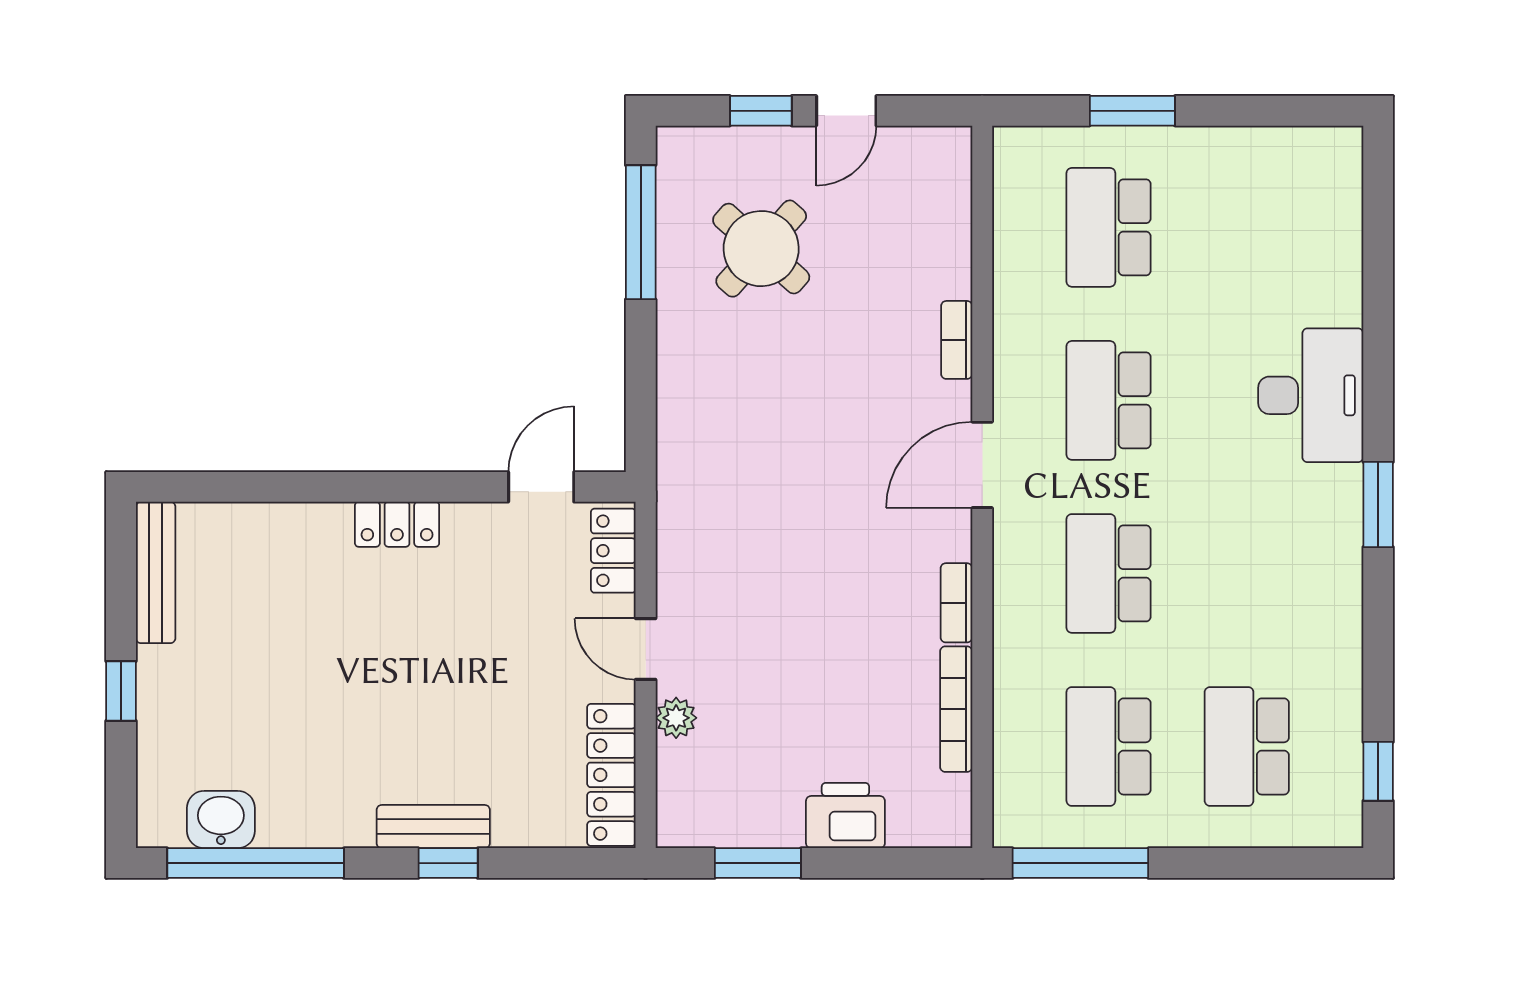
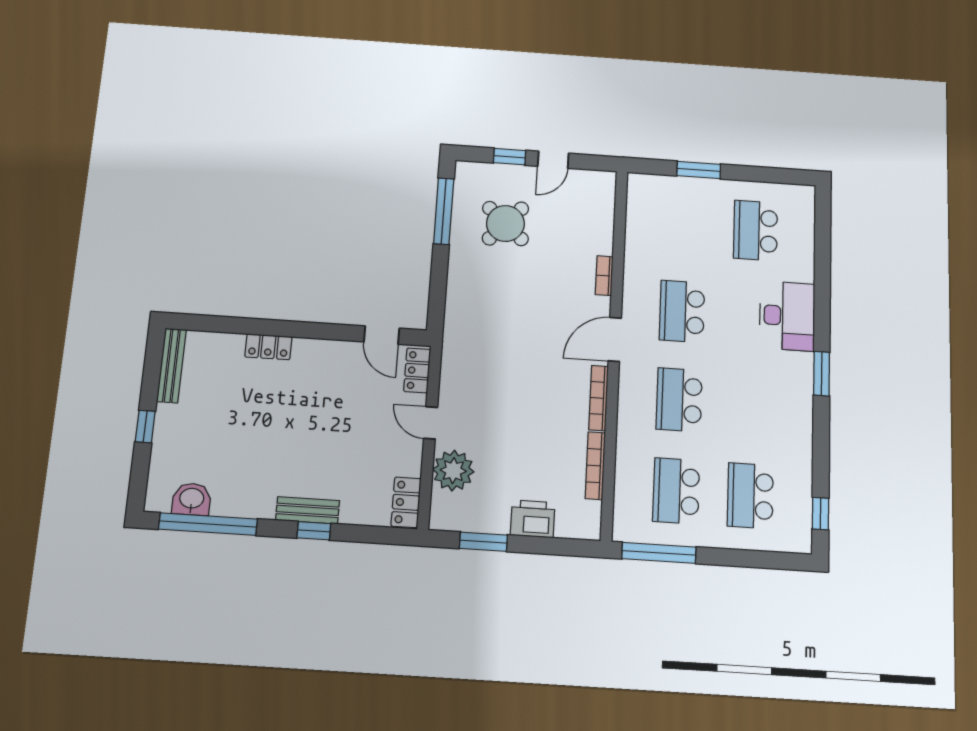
school desk: (1109, 227) -> (756, 230), moved
door: (541, 487) -> (382, 335), swing flipped
locker: (397, 524) -> (268, 347), moved
bookcase: (956, 603) -> (598, 398), width x1.56
plant: (676, 718) -> (453, 471), width x1.88, depth x1.88
locker: (611, 775) -> (406, 502), width x0.66

